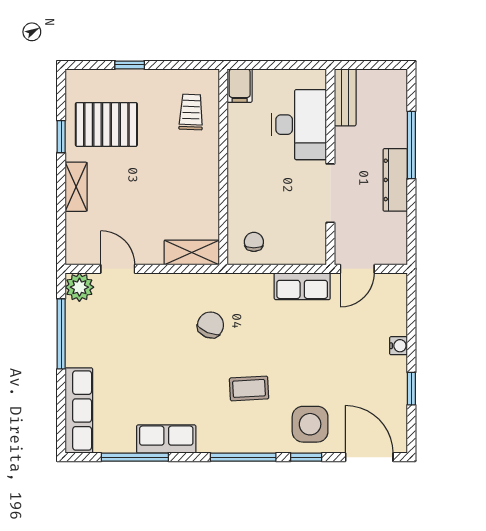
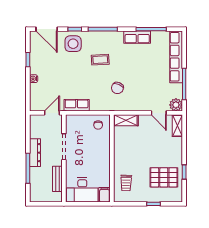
bench: (345, 97) -> (57, 179), moved
desk: (299, 125) -> (82, 190), moved, turned -90
shelving: (76, 187) -> (177, 126), moved
row of seats: (79, 410) -> (176, 57), width x1.36

